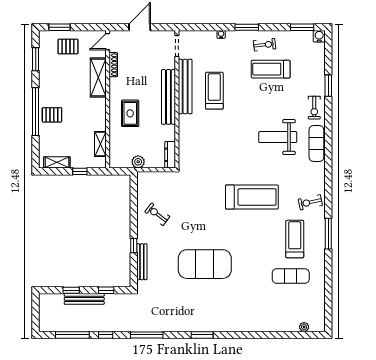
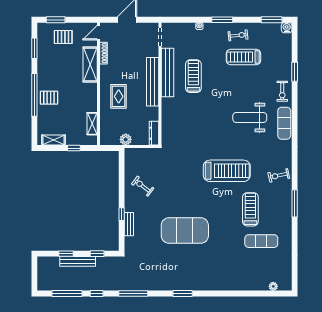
treadmill: (295, 239) -> (250, 209), moved
bench: (142, 262) -> (129, 224), width x0.73

